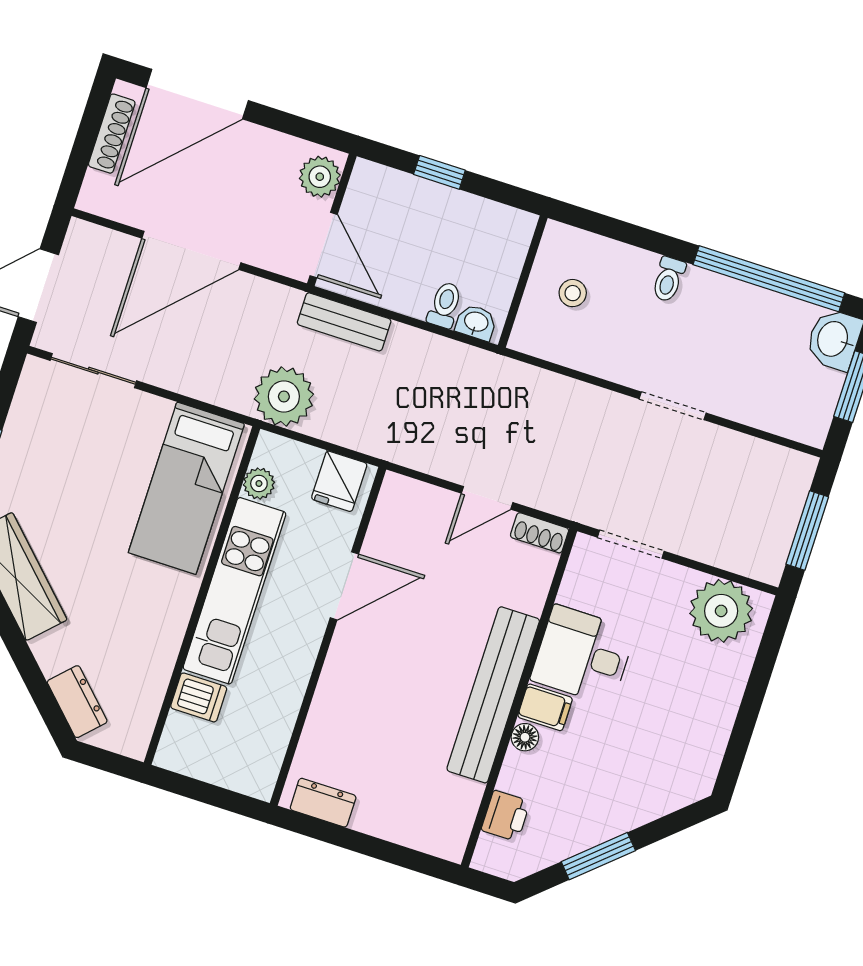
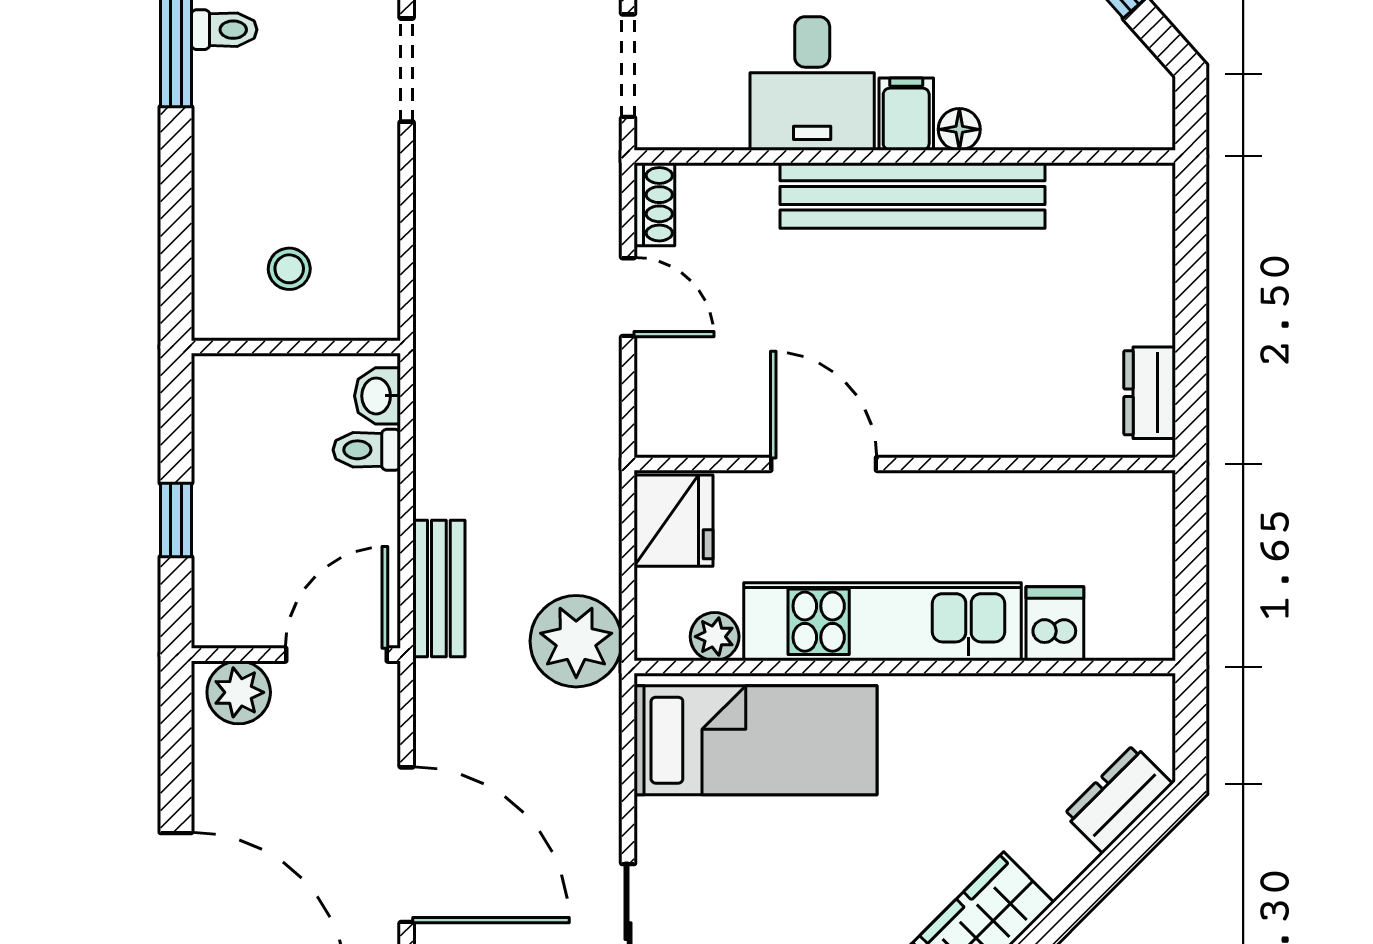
toilet: (668, 279) -> (224, 30), moved
fridge: (339, 481) -> (674, 521), width x1.38
printer: (506, 816) -> (1083, 120), removed

